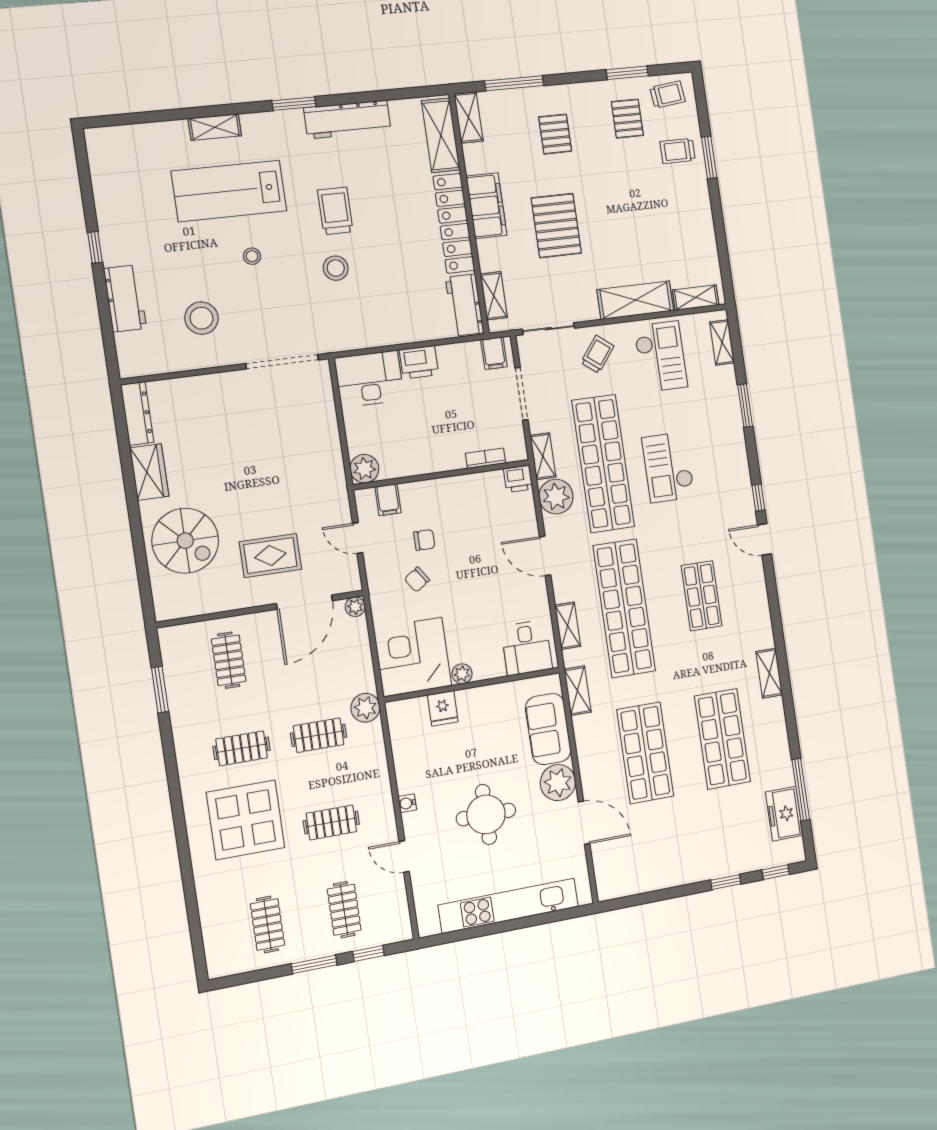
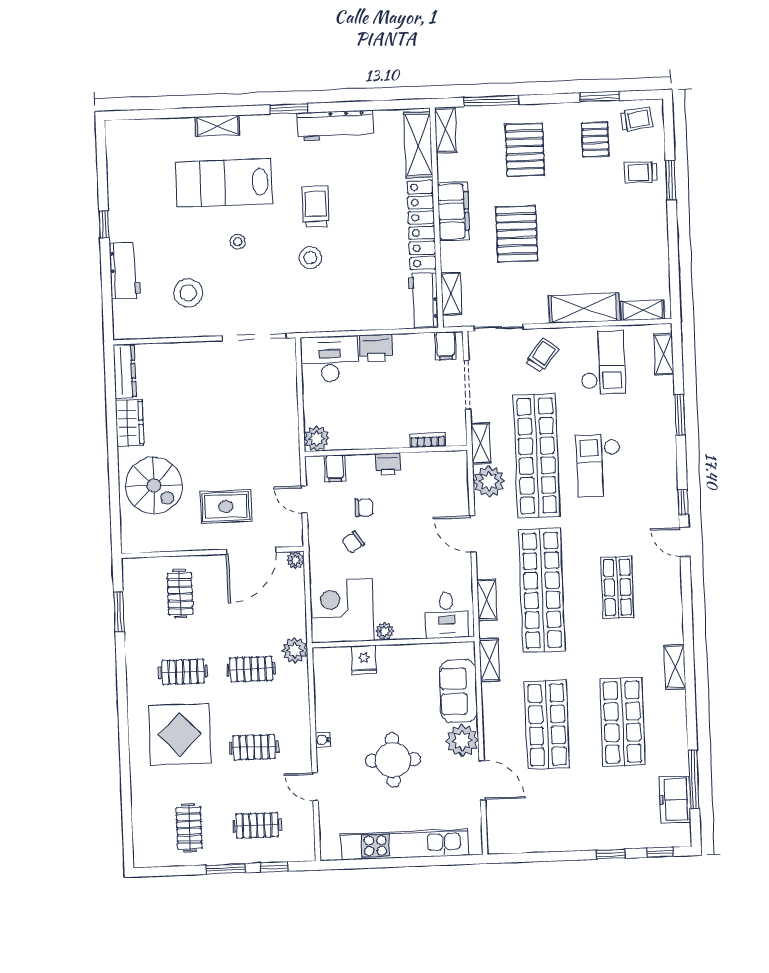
pallet: (555, 134) -> (525, 150), width x1.50, depth x1.42
printer: (518, 479) -> (388, 464), moved
clothes rail: (344, 910) -> (257, 825), turned 90

